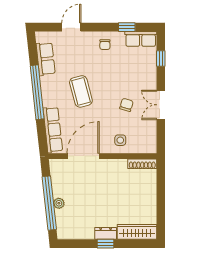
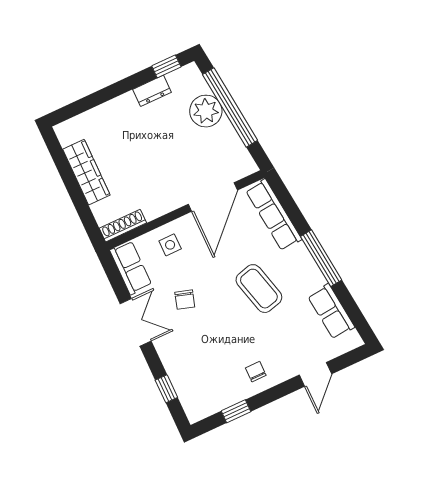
row of seats: (141, 39) -> (131, 268), moved, turned 90
window: (37, 92) -> (321, 258), width x0.68
plant: (59, 203) -> (206, 111), width x1.88, depth x1.88
wardrobe: (137, 232) -> (86, 172), moved, turned -90
dresser: (106, 233) -> (152, 91), moved
window: (106, 244) -> (166, 66), moved

